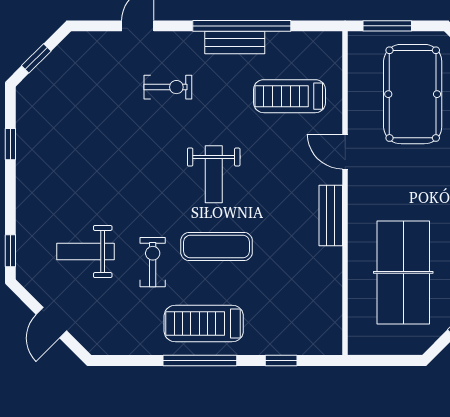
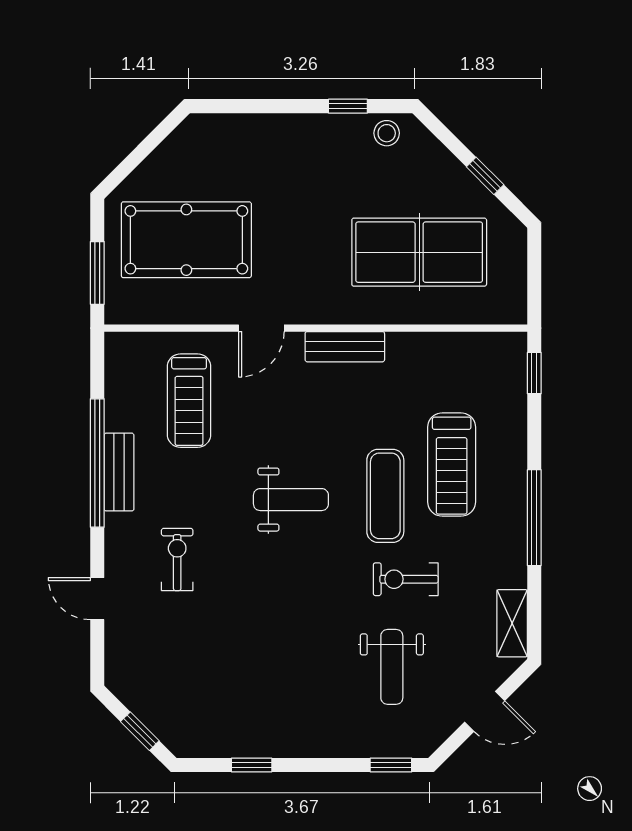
treadmill: (204, 324) -> (452, 465), moved
shelving: (119, 344) -> (512, 623), added
window: (281, 361) -> (534, 373), moved

